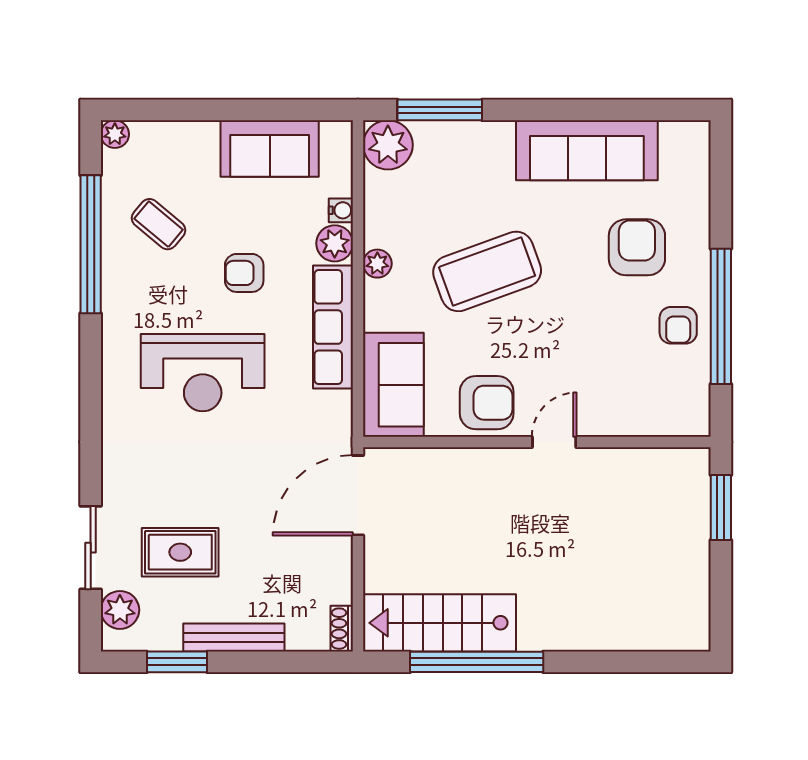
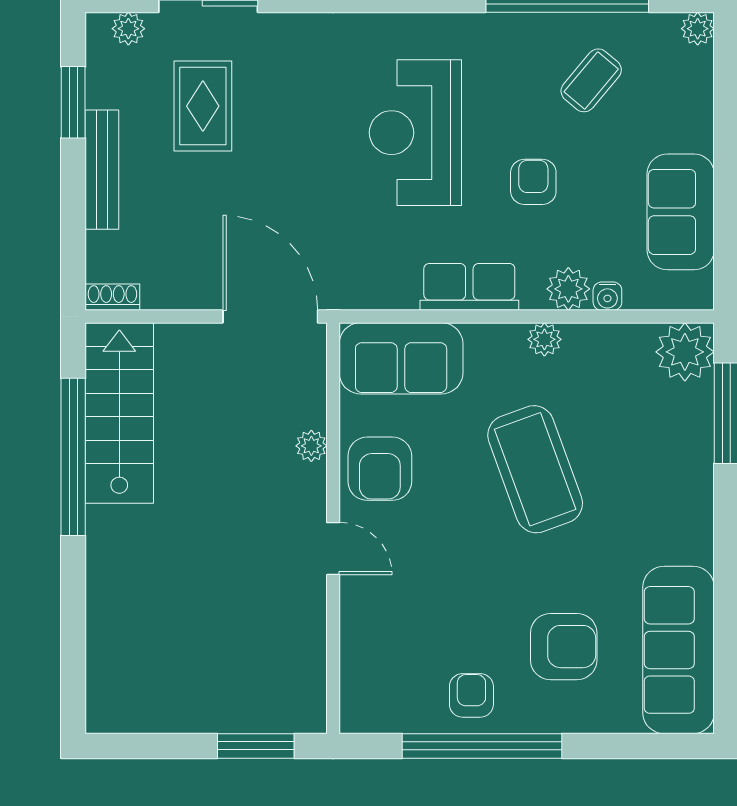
sofa: (587, 150) -> (679, 650), moved
armchair: (678, 325) -> (471, 695), turned 90
row of seats: (333, 327) -> (469, 287), width x0.68
plant: (467, 461) -> (311, 446), added
plant: (120, 610) -> (128, 29), width x0.73, depth x0.73

